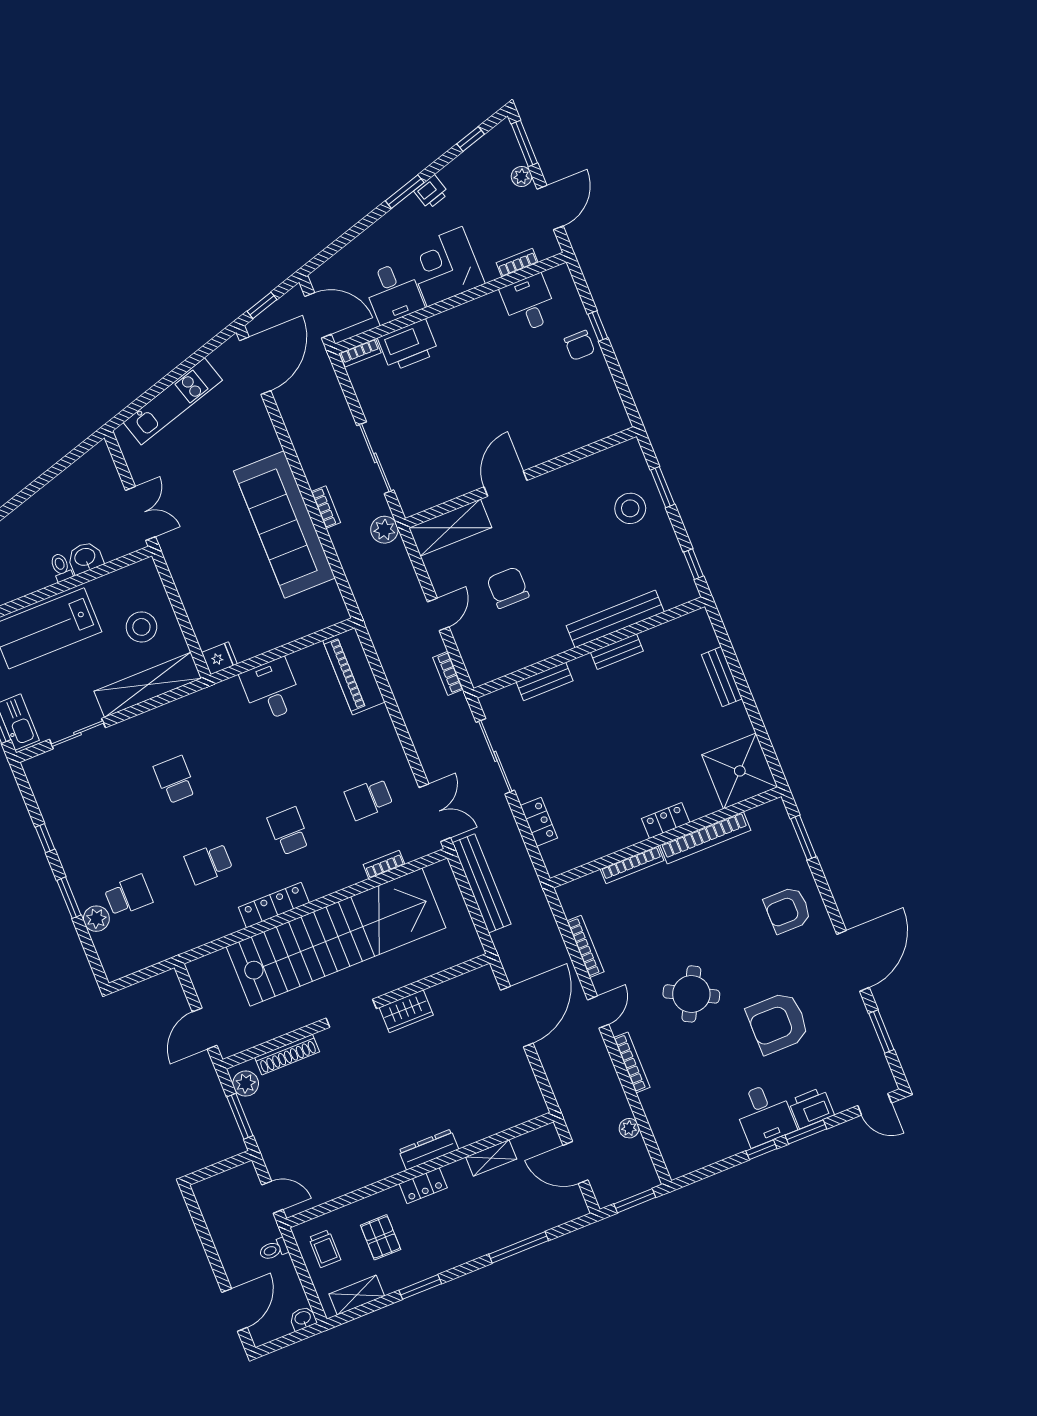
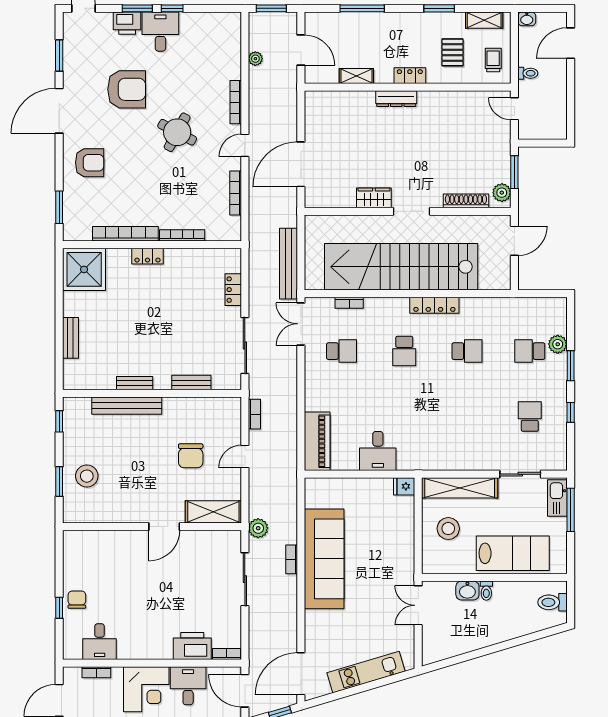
school desk: (175, 780) -> (530, 417), moved, turned 180

